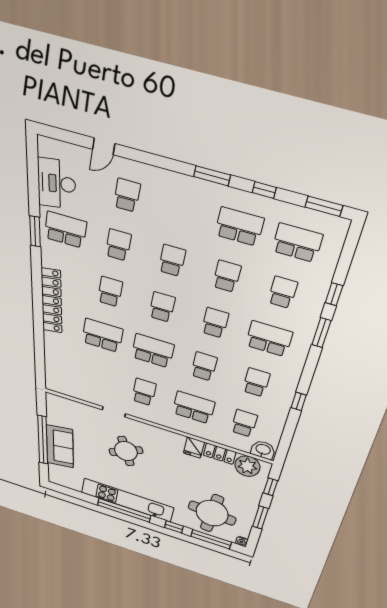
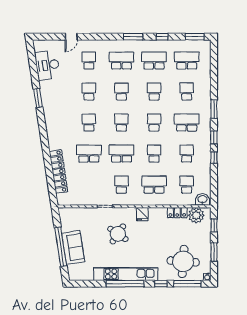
school desk: (65, 230) -> (121, 61), moved
window: (334, 294) -> (214, 137), moved
locker: (52, 301) -> (59, 171), moved
fridge: (194, 448) -> (142, 214), moved
round table: (126, 451) -> (118, 234), turned -30

